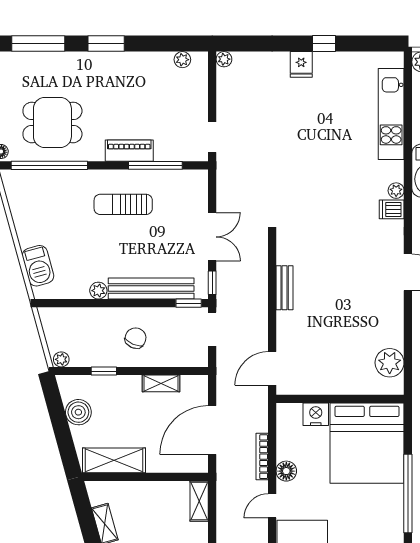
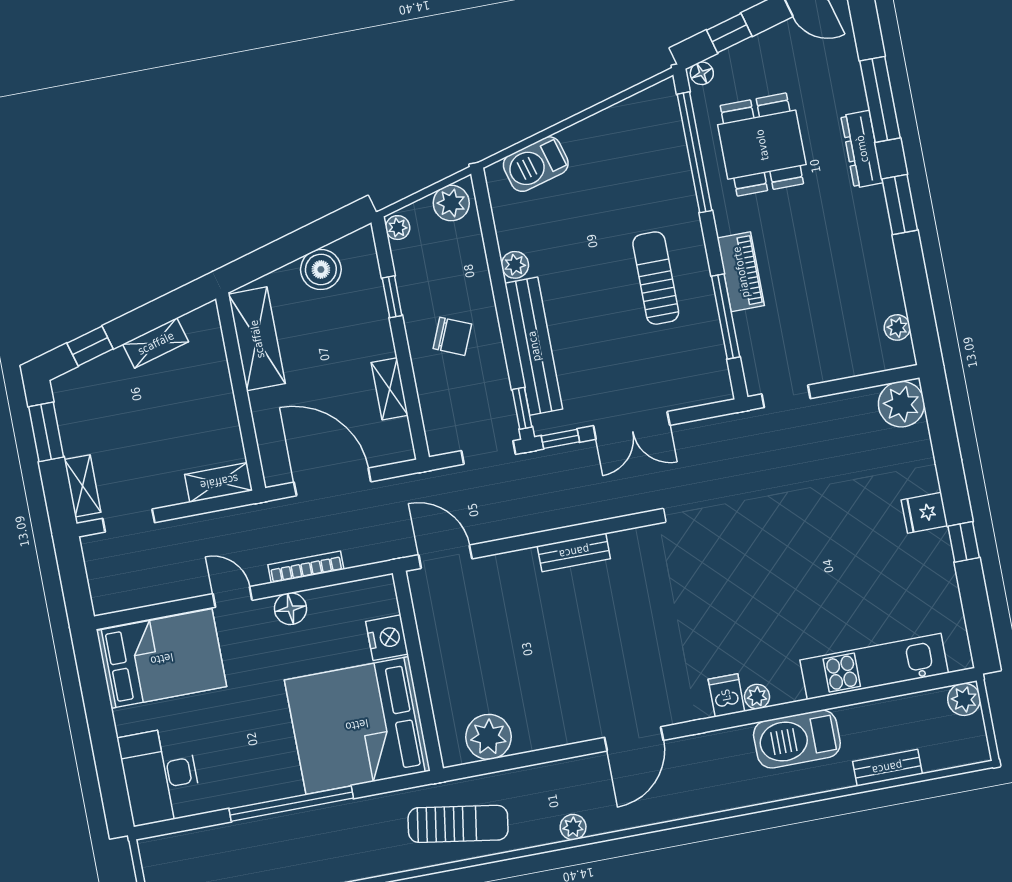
plant: (224, 59) -> (901, 404), width x1.88, depth x1.88
dresser: (67, 61) -> (862, 149), added
plant: (52, 323) -> (451, 203), added

